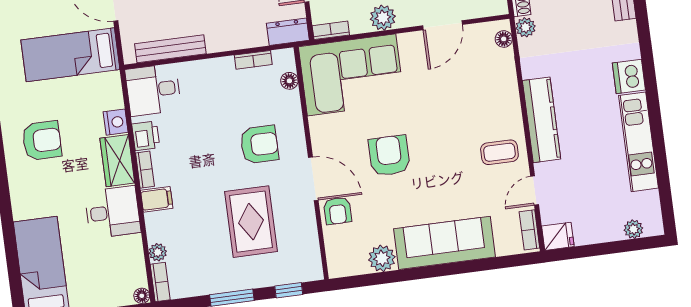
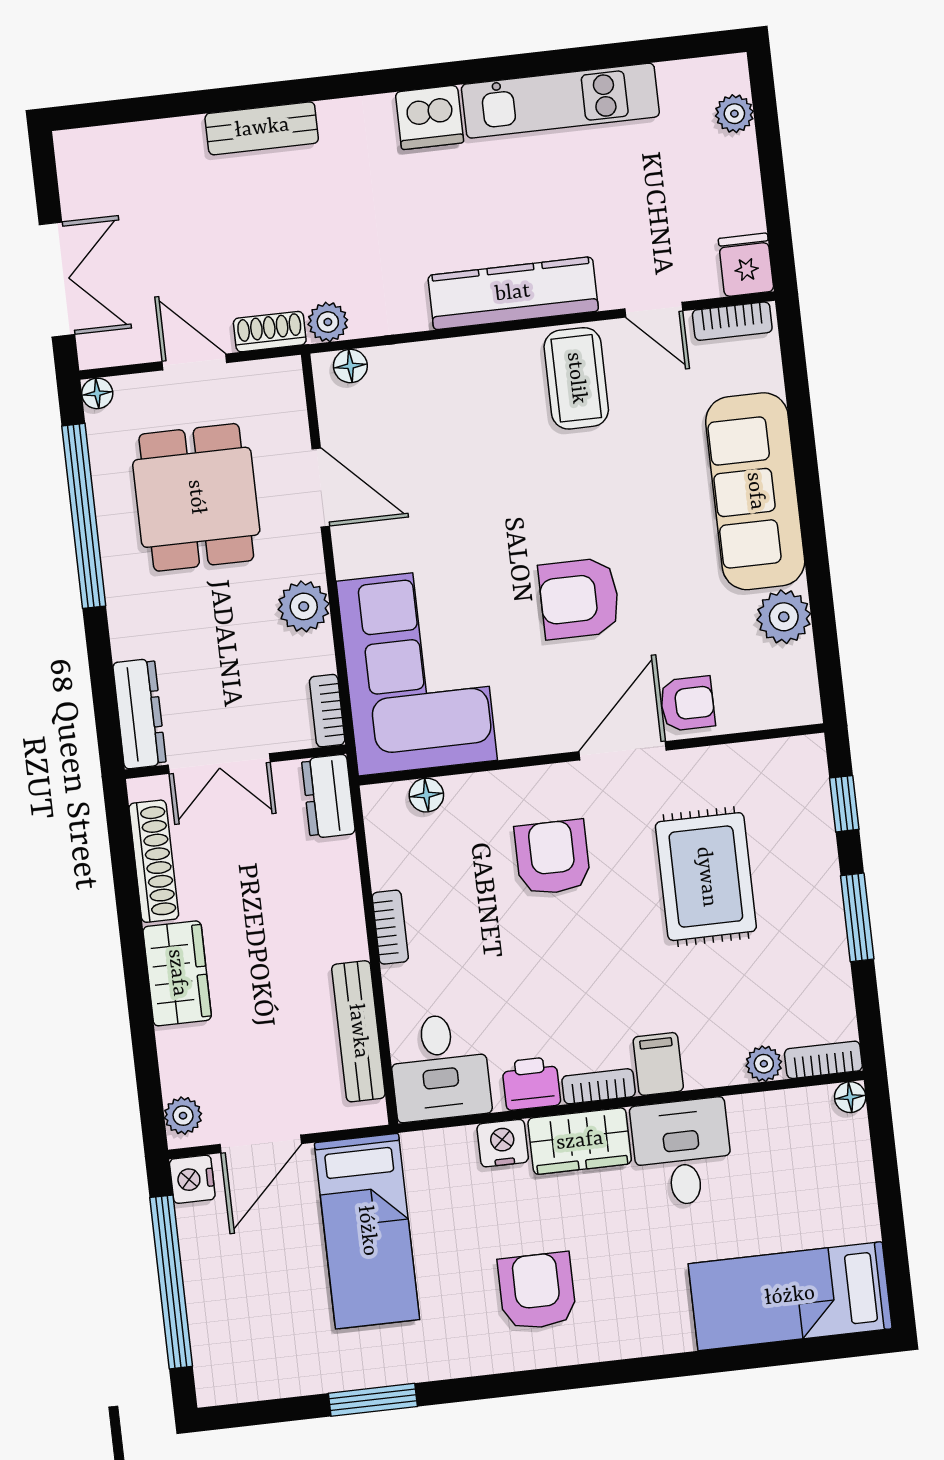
bookcase: (253, 60) -> (390, 927), moved
coffee table: (499, 152) -> (576, 378), width x1.36, depth x1.30
rug: (251, 222) -> (706, 877), turned 90

